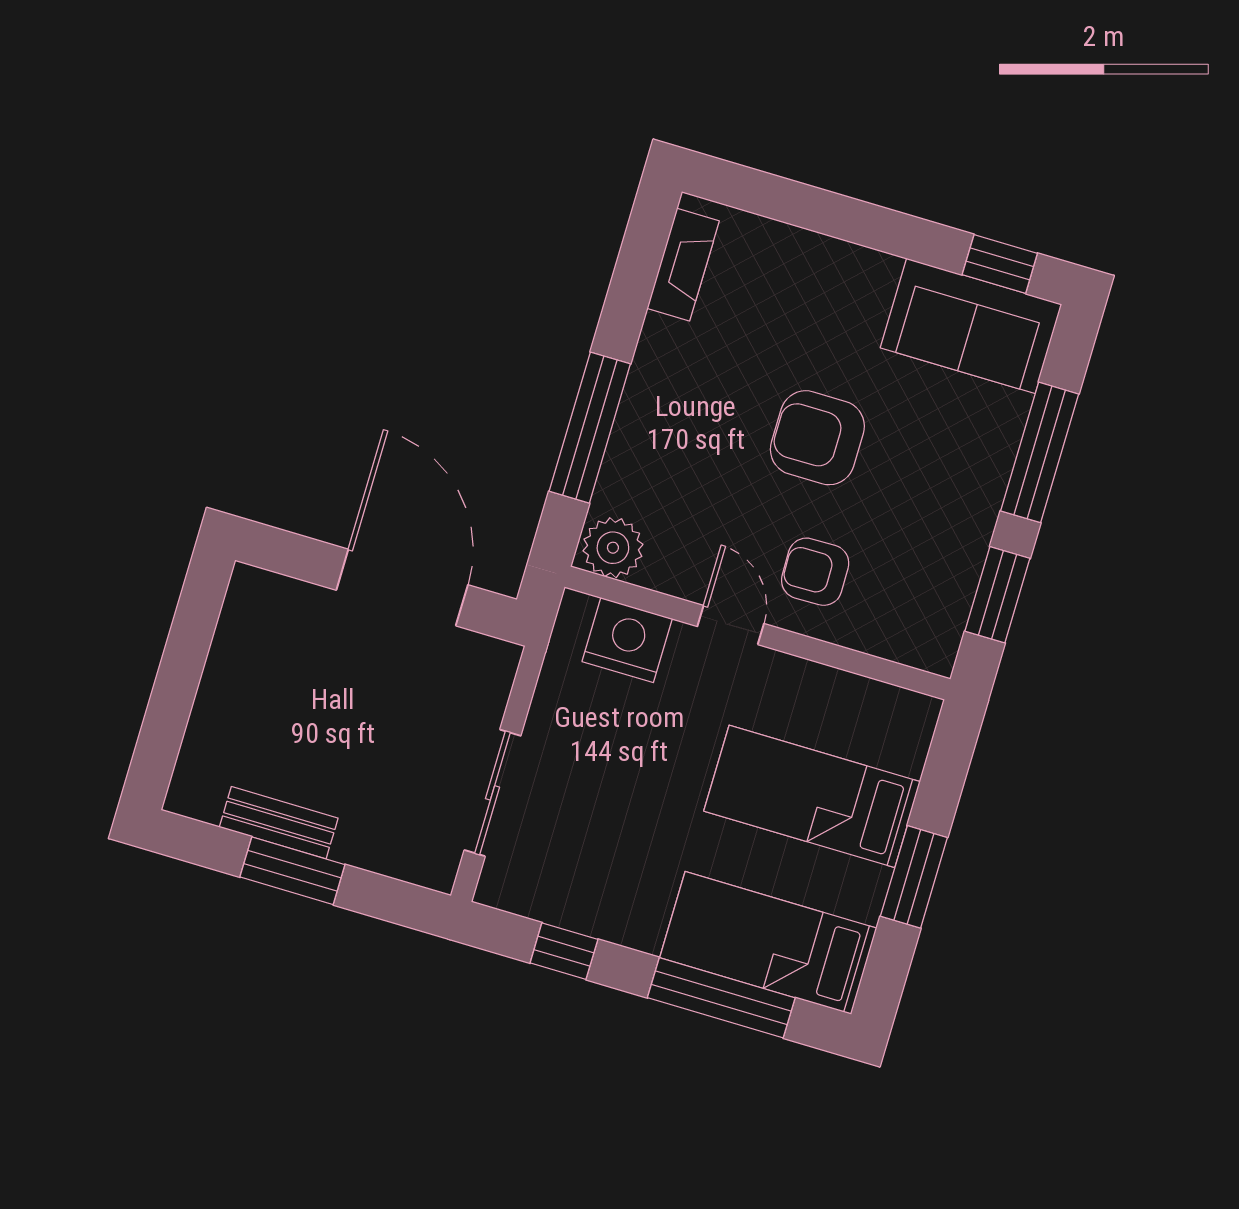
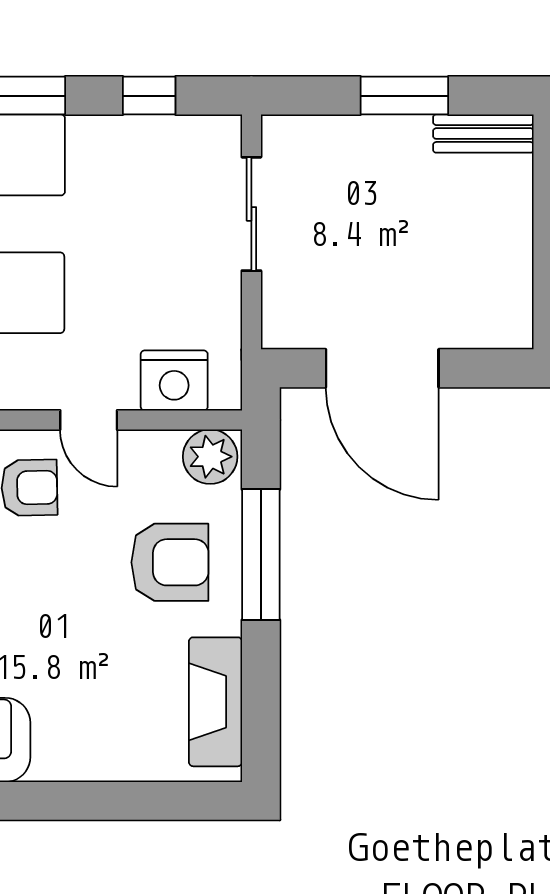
fireplace: (683, 265) -> (215, 702), width x1.37, depth x1.32
armchair: (817, 438) -> (170, 562), moved
bench: (279, 823) -> (483, 134), moved

